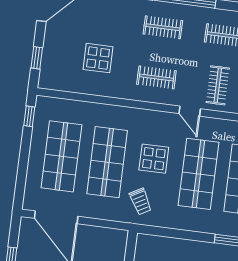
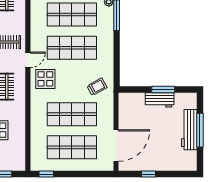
display table: (154, 159) -> (45, 79), moved

